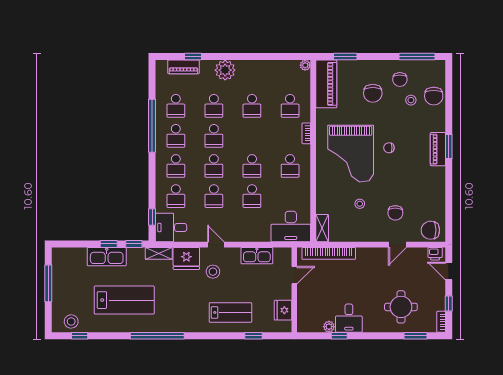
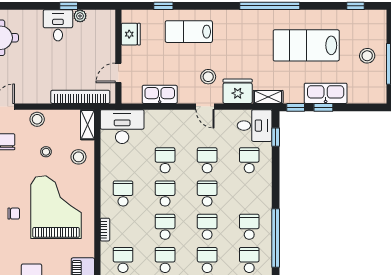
school desk: (176, 166) -> (165, 227), moved
stool: (330, 199) -> (78, 157), added
stool: (368, 233) -> (37, 119), added
stool: (71, 321) -> (367, 56), moved

